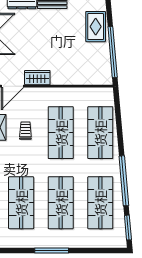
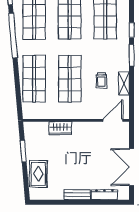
window: (113, 52) -> (23, 151), width x0.47
wardrobe: (37, 78) -> (60, 128), moved

